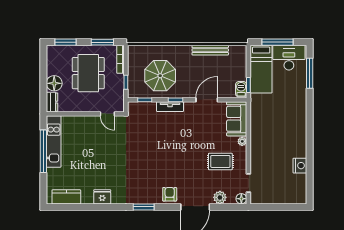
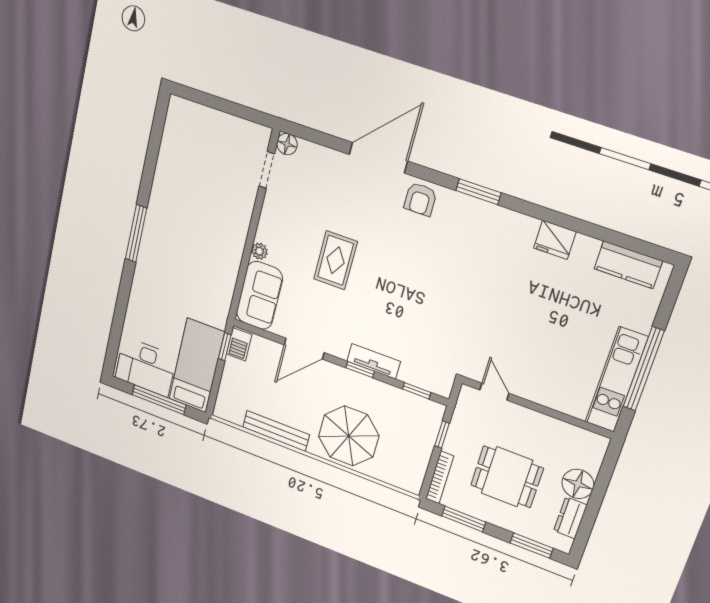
dining table: (88, 73) -> (507, 477), width x0.73
window: (310, 73) -> (136, 233), moved
parasol: (160, 76) -> (349, 436), moved
dresser: (52, 102) -> (570, 518), moved
rug: (220, 161) -> (336, 260), moved, turned 90
nightstand: (300, 166) -> (167, 170), removed
plant: (220, 197) -> (326, 160), removed

